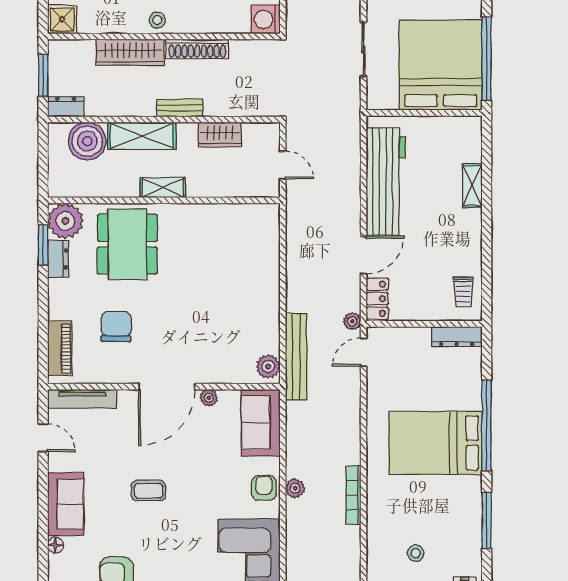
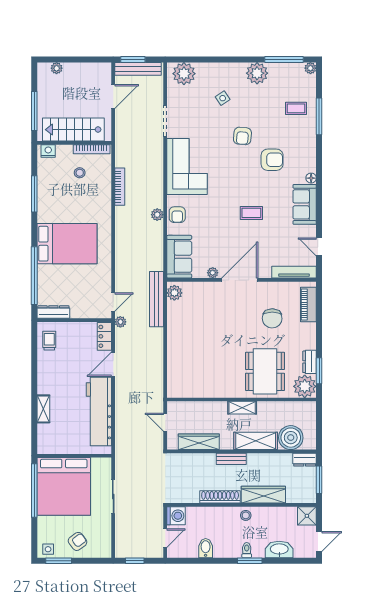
wardrobe: (220, 135) -> (199, 442), width x1.50
window: (487, 426) -> (34, 276), moved
bookcase: (353, 495) -> (120, 187), moved

